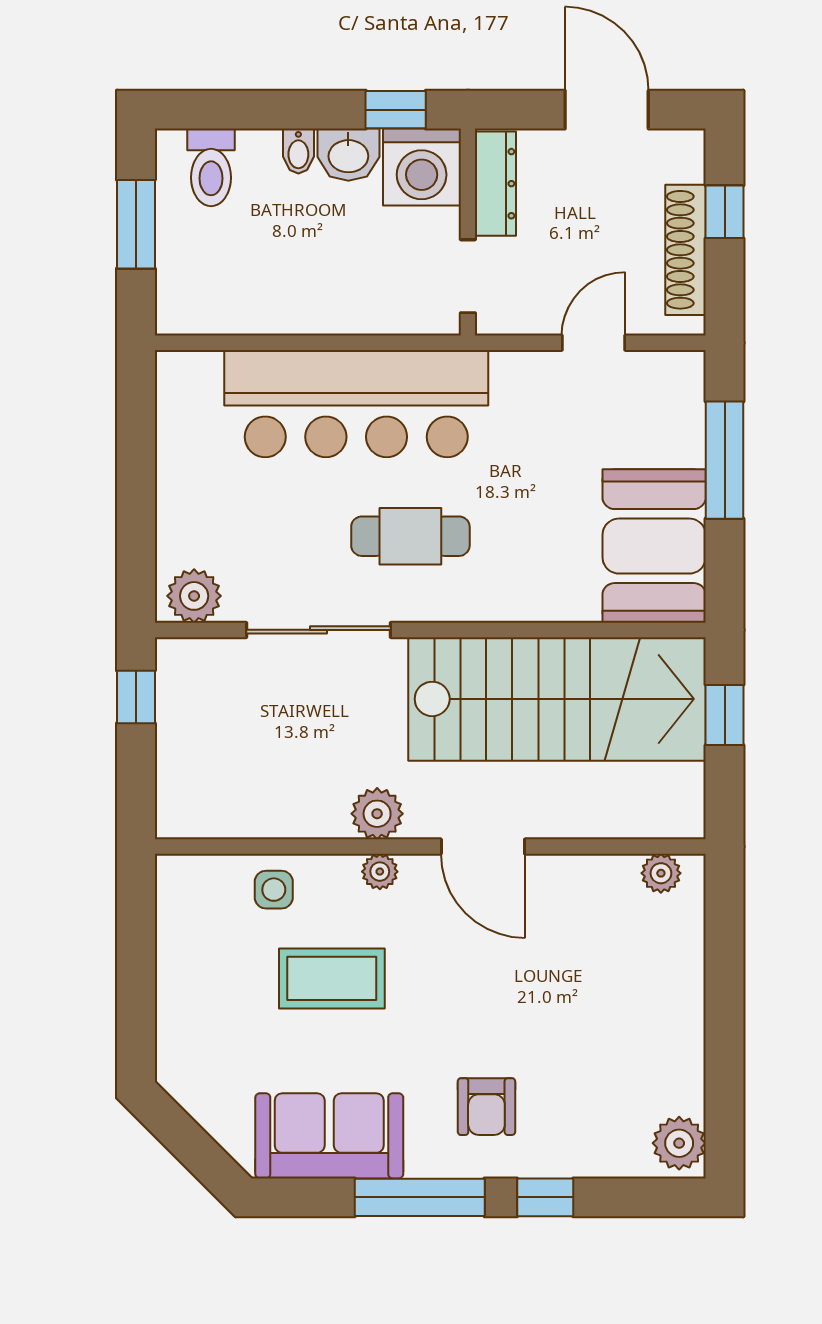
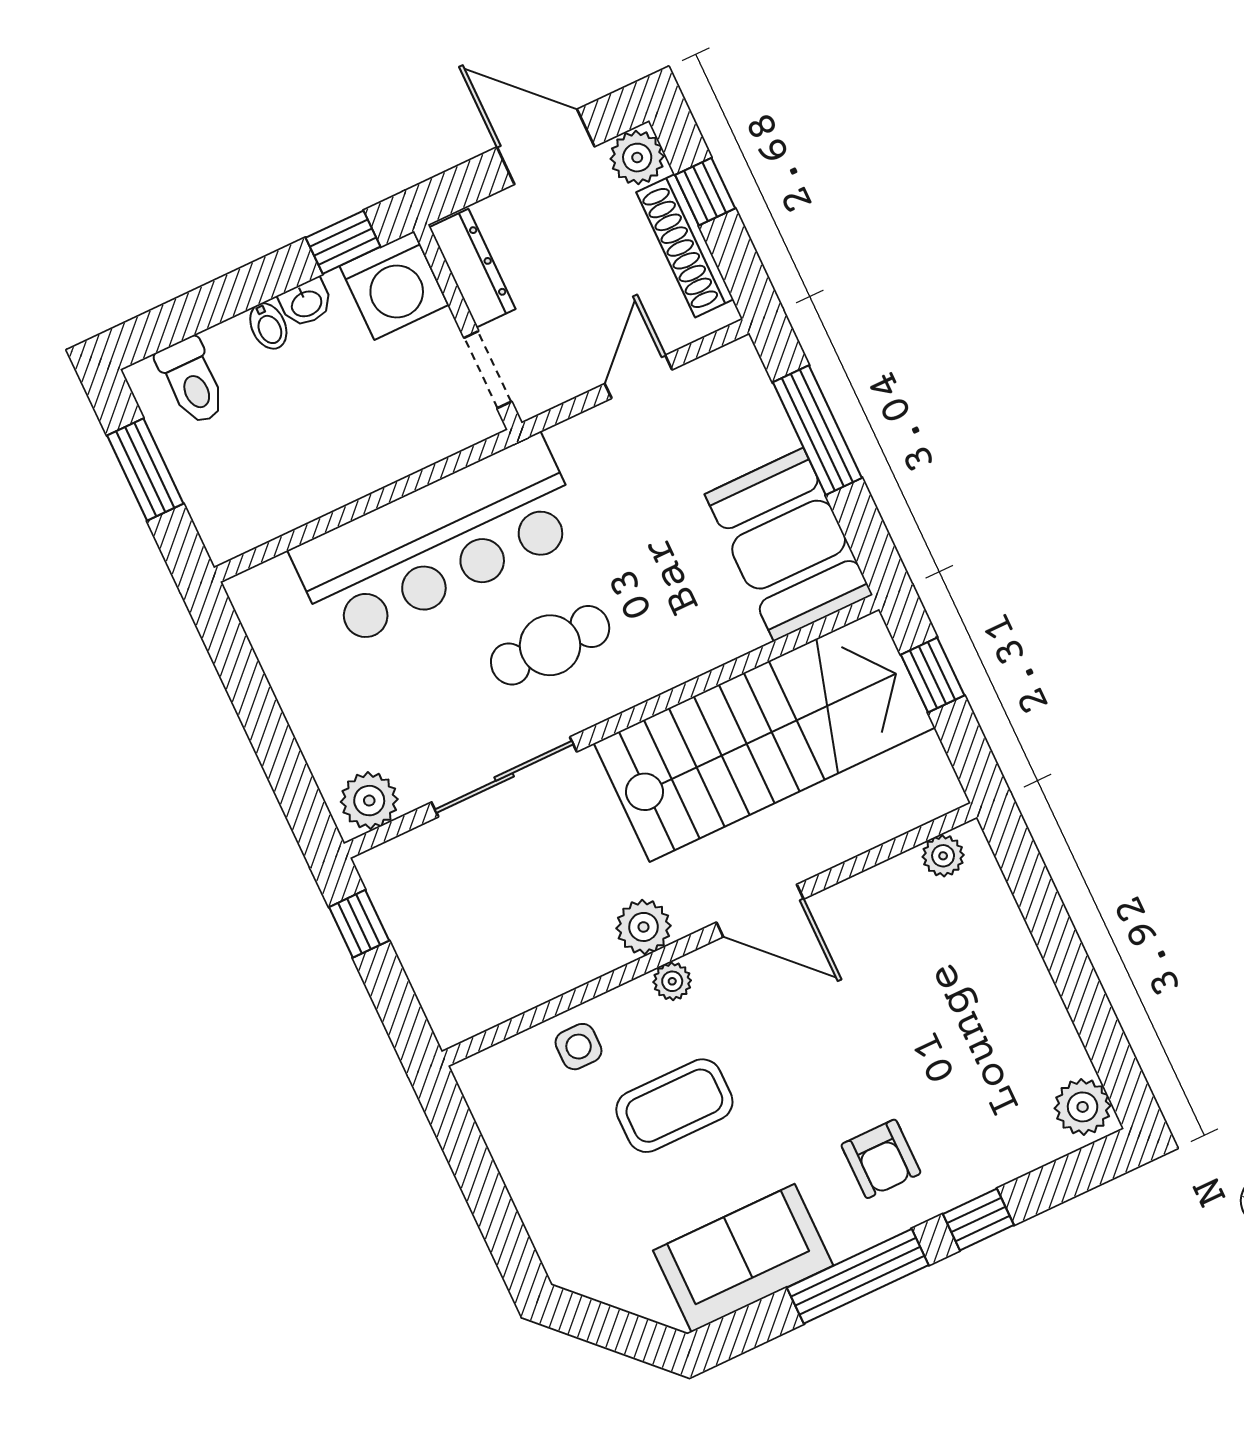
washbasin: (348, 155) -> (306, 303), width x0.72, depth x0.69
plant: (680, 155) -> (637, 158), added

